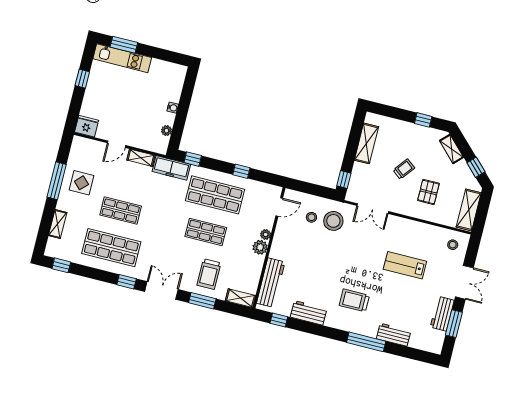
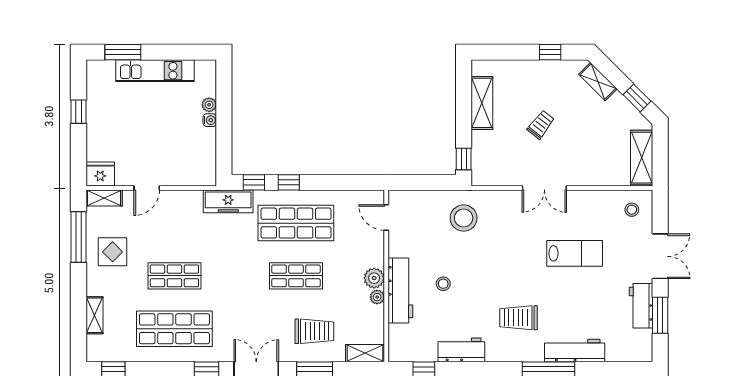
kitchen unit: (122, 58) -> (155, 71), moved
plant: (167, 131) -> (209, 105), moved
shelving: (141, 158) -> (104, 198), moved
window: (241, 171) -> (289, 182), moved
window: (57, 181) -> (79, 237), moved
pallet: (428, 192) -> (581, 147), removed
door: (279, 207) -> (386, 218), swing flipped
double door: (373, 209) -> (544, 188), moved
stool: (311, 217) -> (443, 284), moved
plant: (266, 234) -> (377, 297), moved
lab bench: (405, 265) -> (575, 253), turned 180
trolley: (209, 274) -> (314, 331), turned -90
workbench: (271, 283) -> (400, 291), moved
workbench: (394, 335) -> (575, 351), width x1.38

